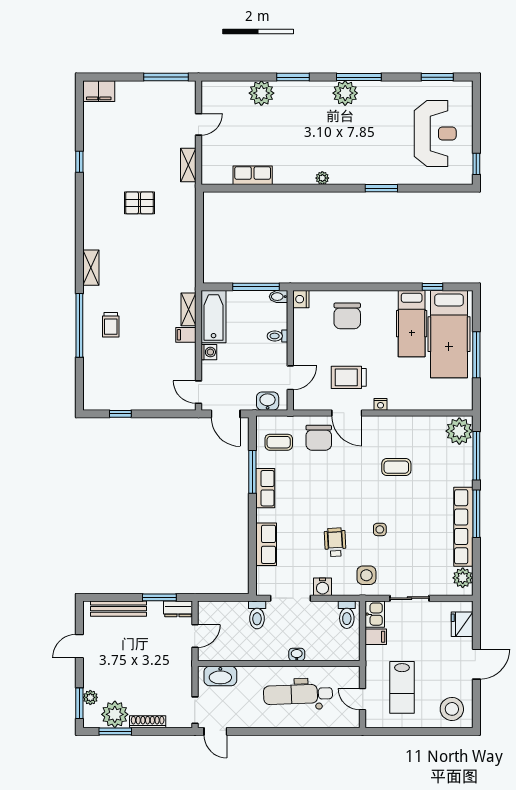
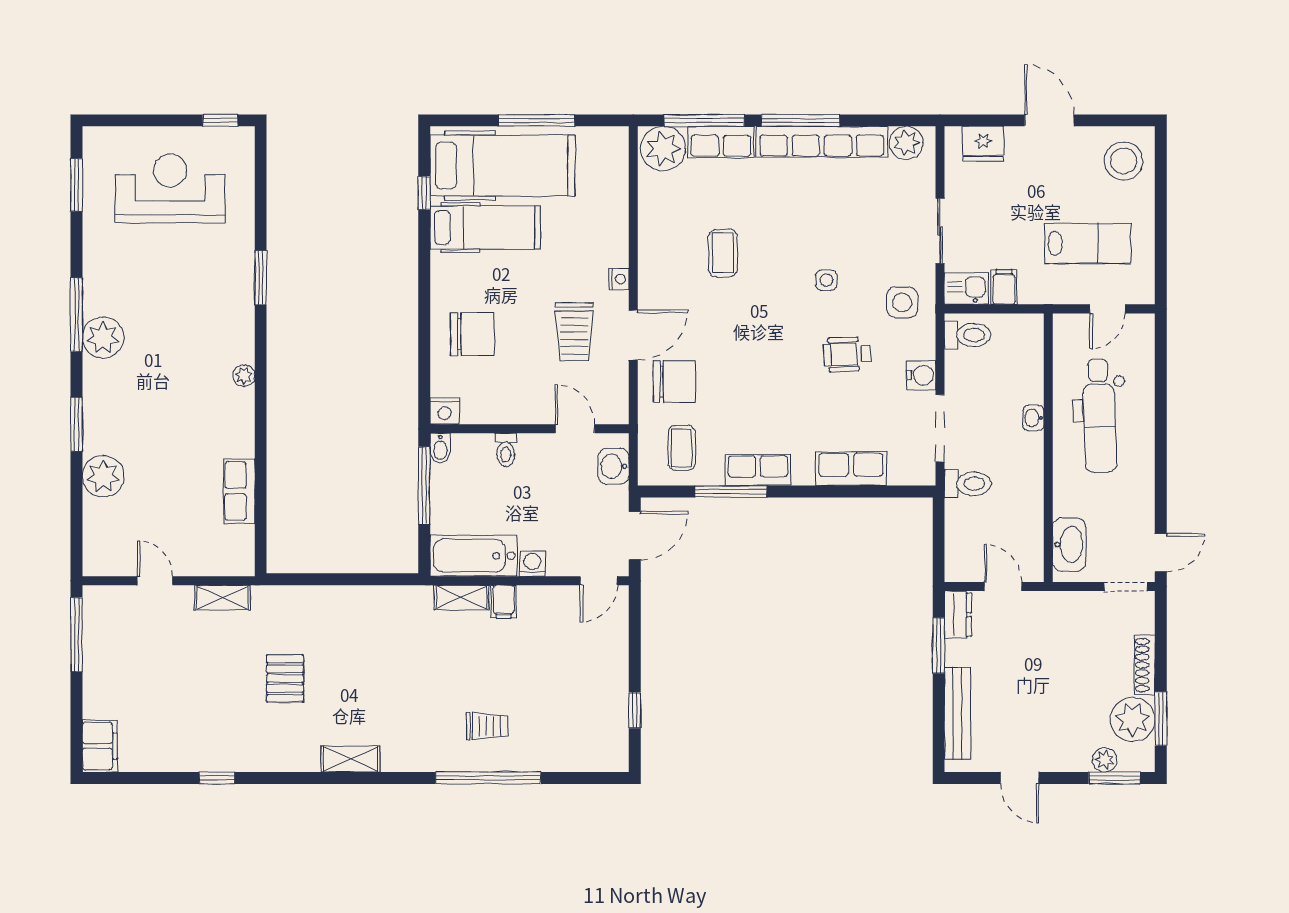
shelving: (91, 268) -> (350, 759), moved
row of seats: (463, 466) -> (721, 142), added

